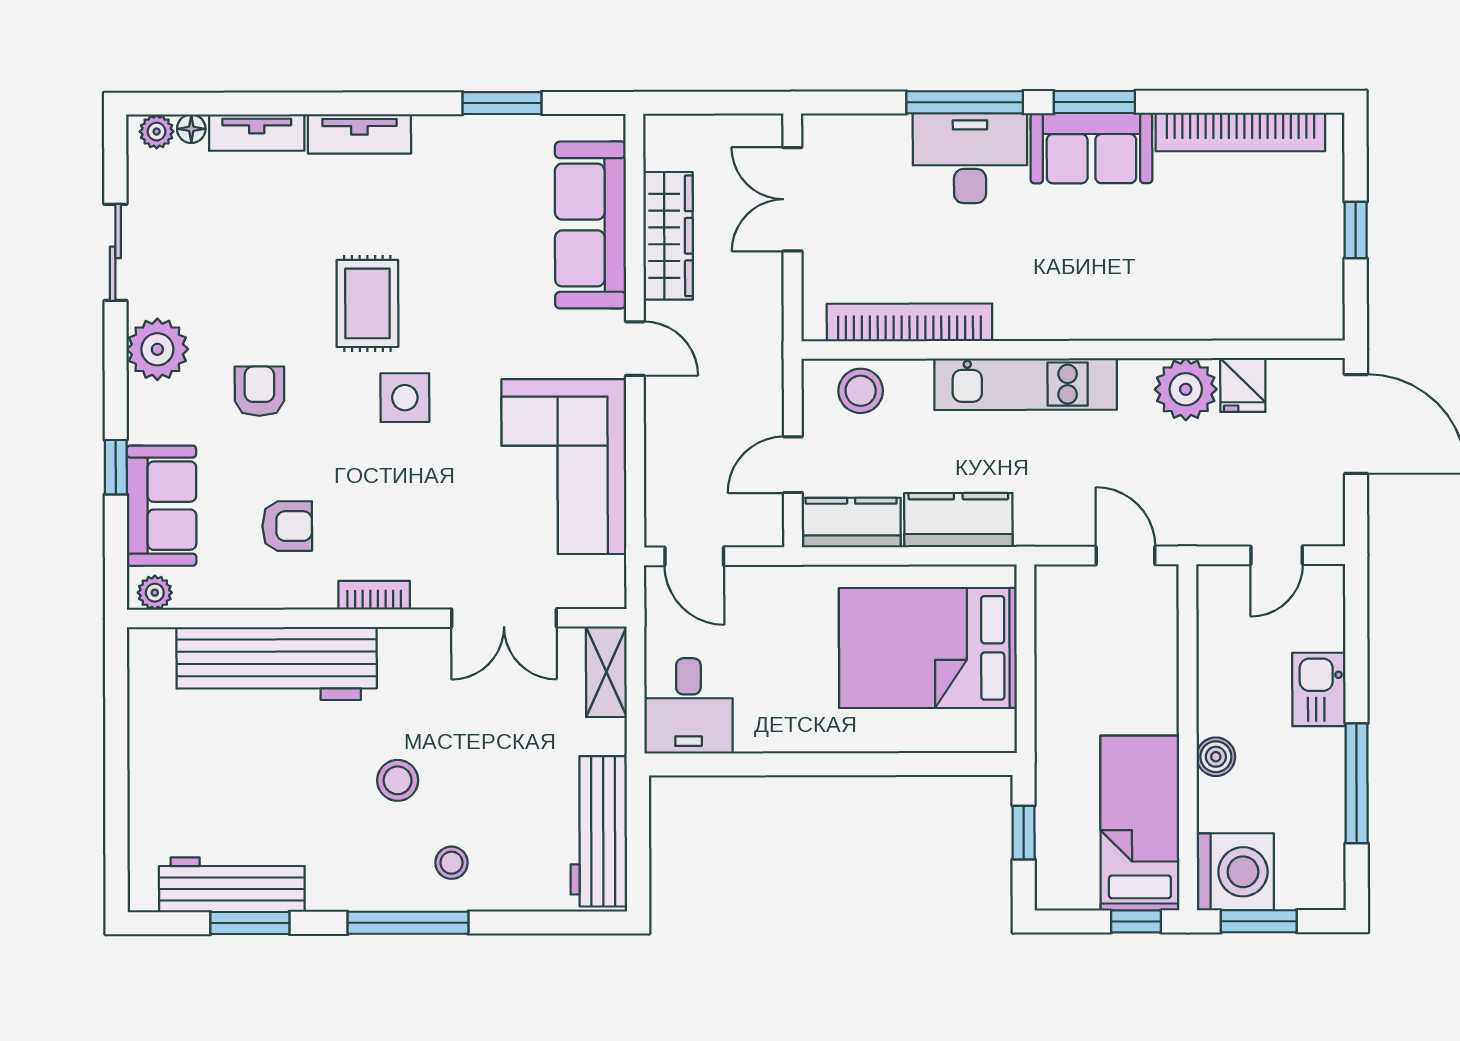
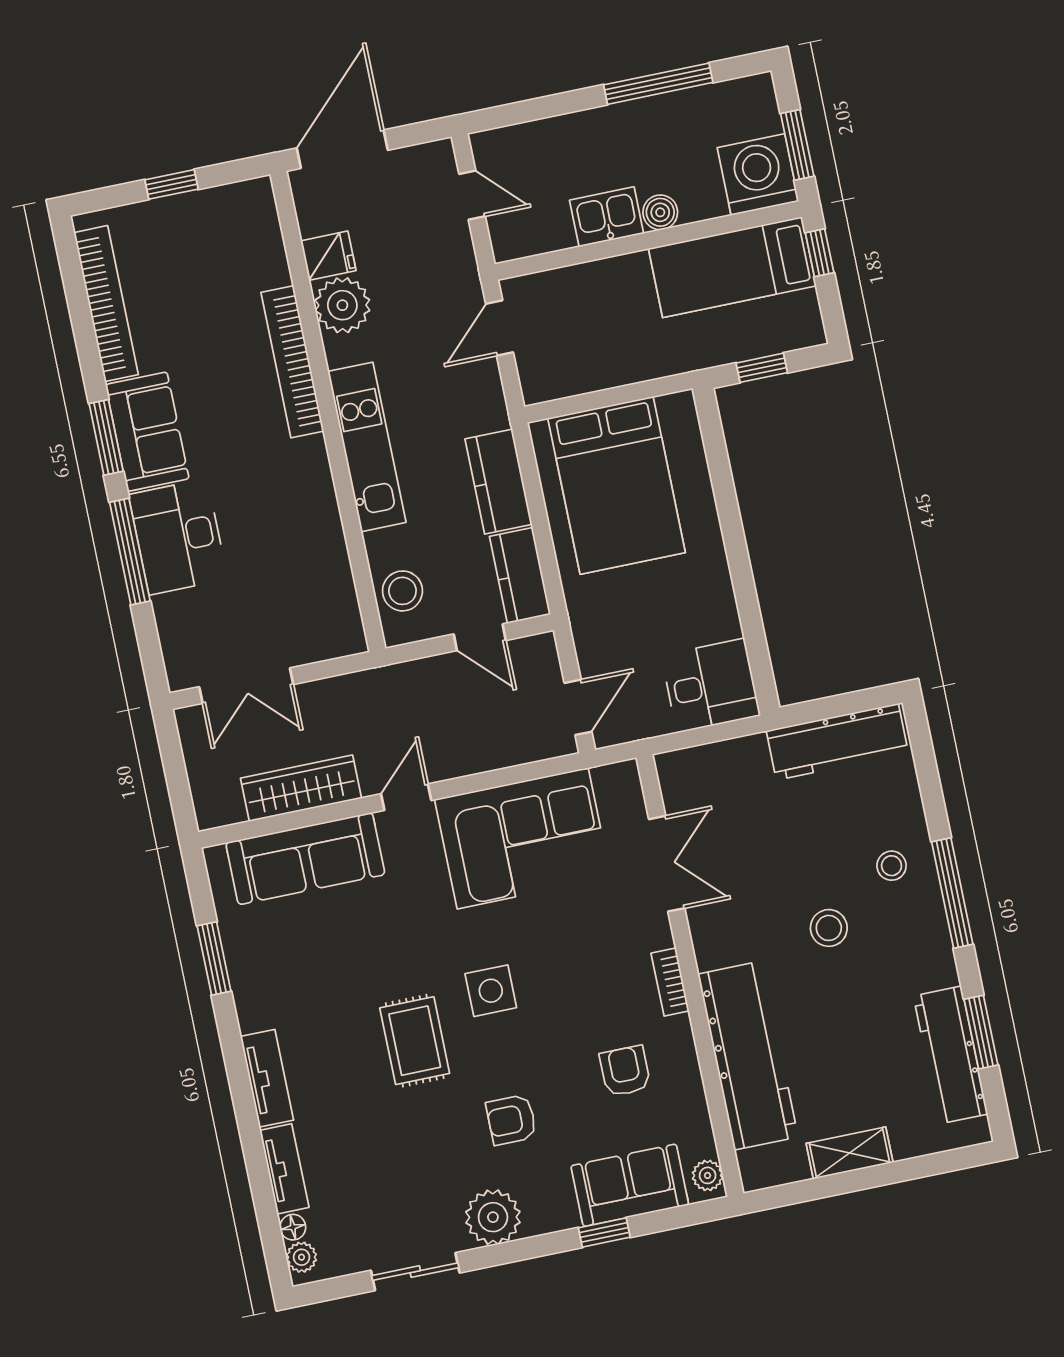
rug: (367, 303) -> (415, 1041), turned 90
bookcase: (909, 322) -> (292, 362), moved
shelving: (606, 672) -> (850, 1153), moved
kitchen sink: (1319, 689) -> (607, 217), moved, turned 180

